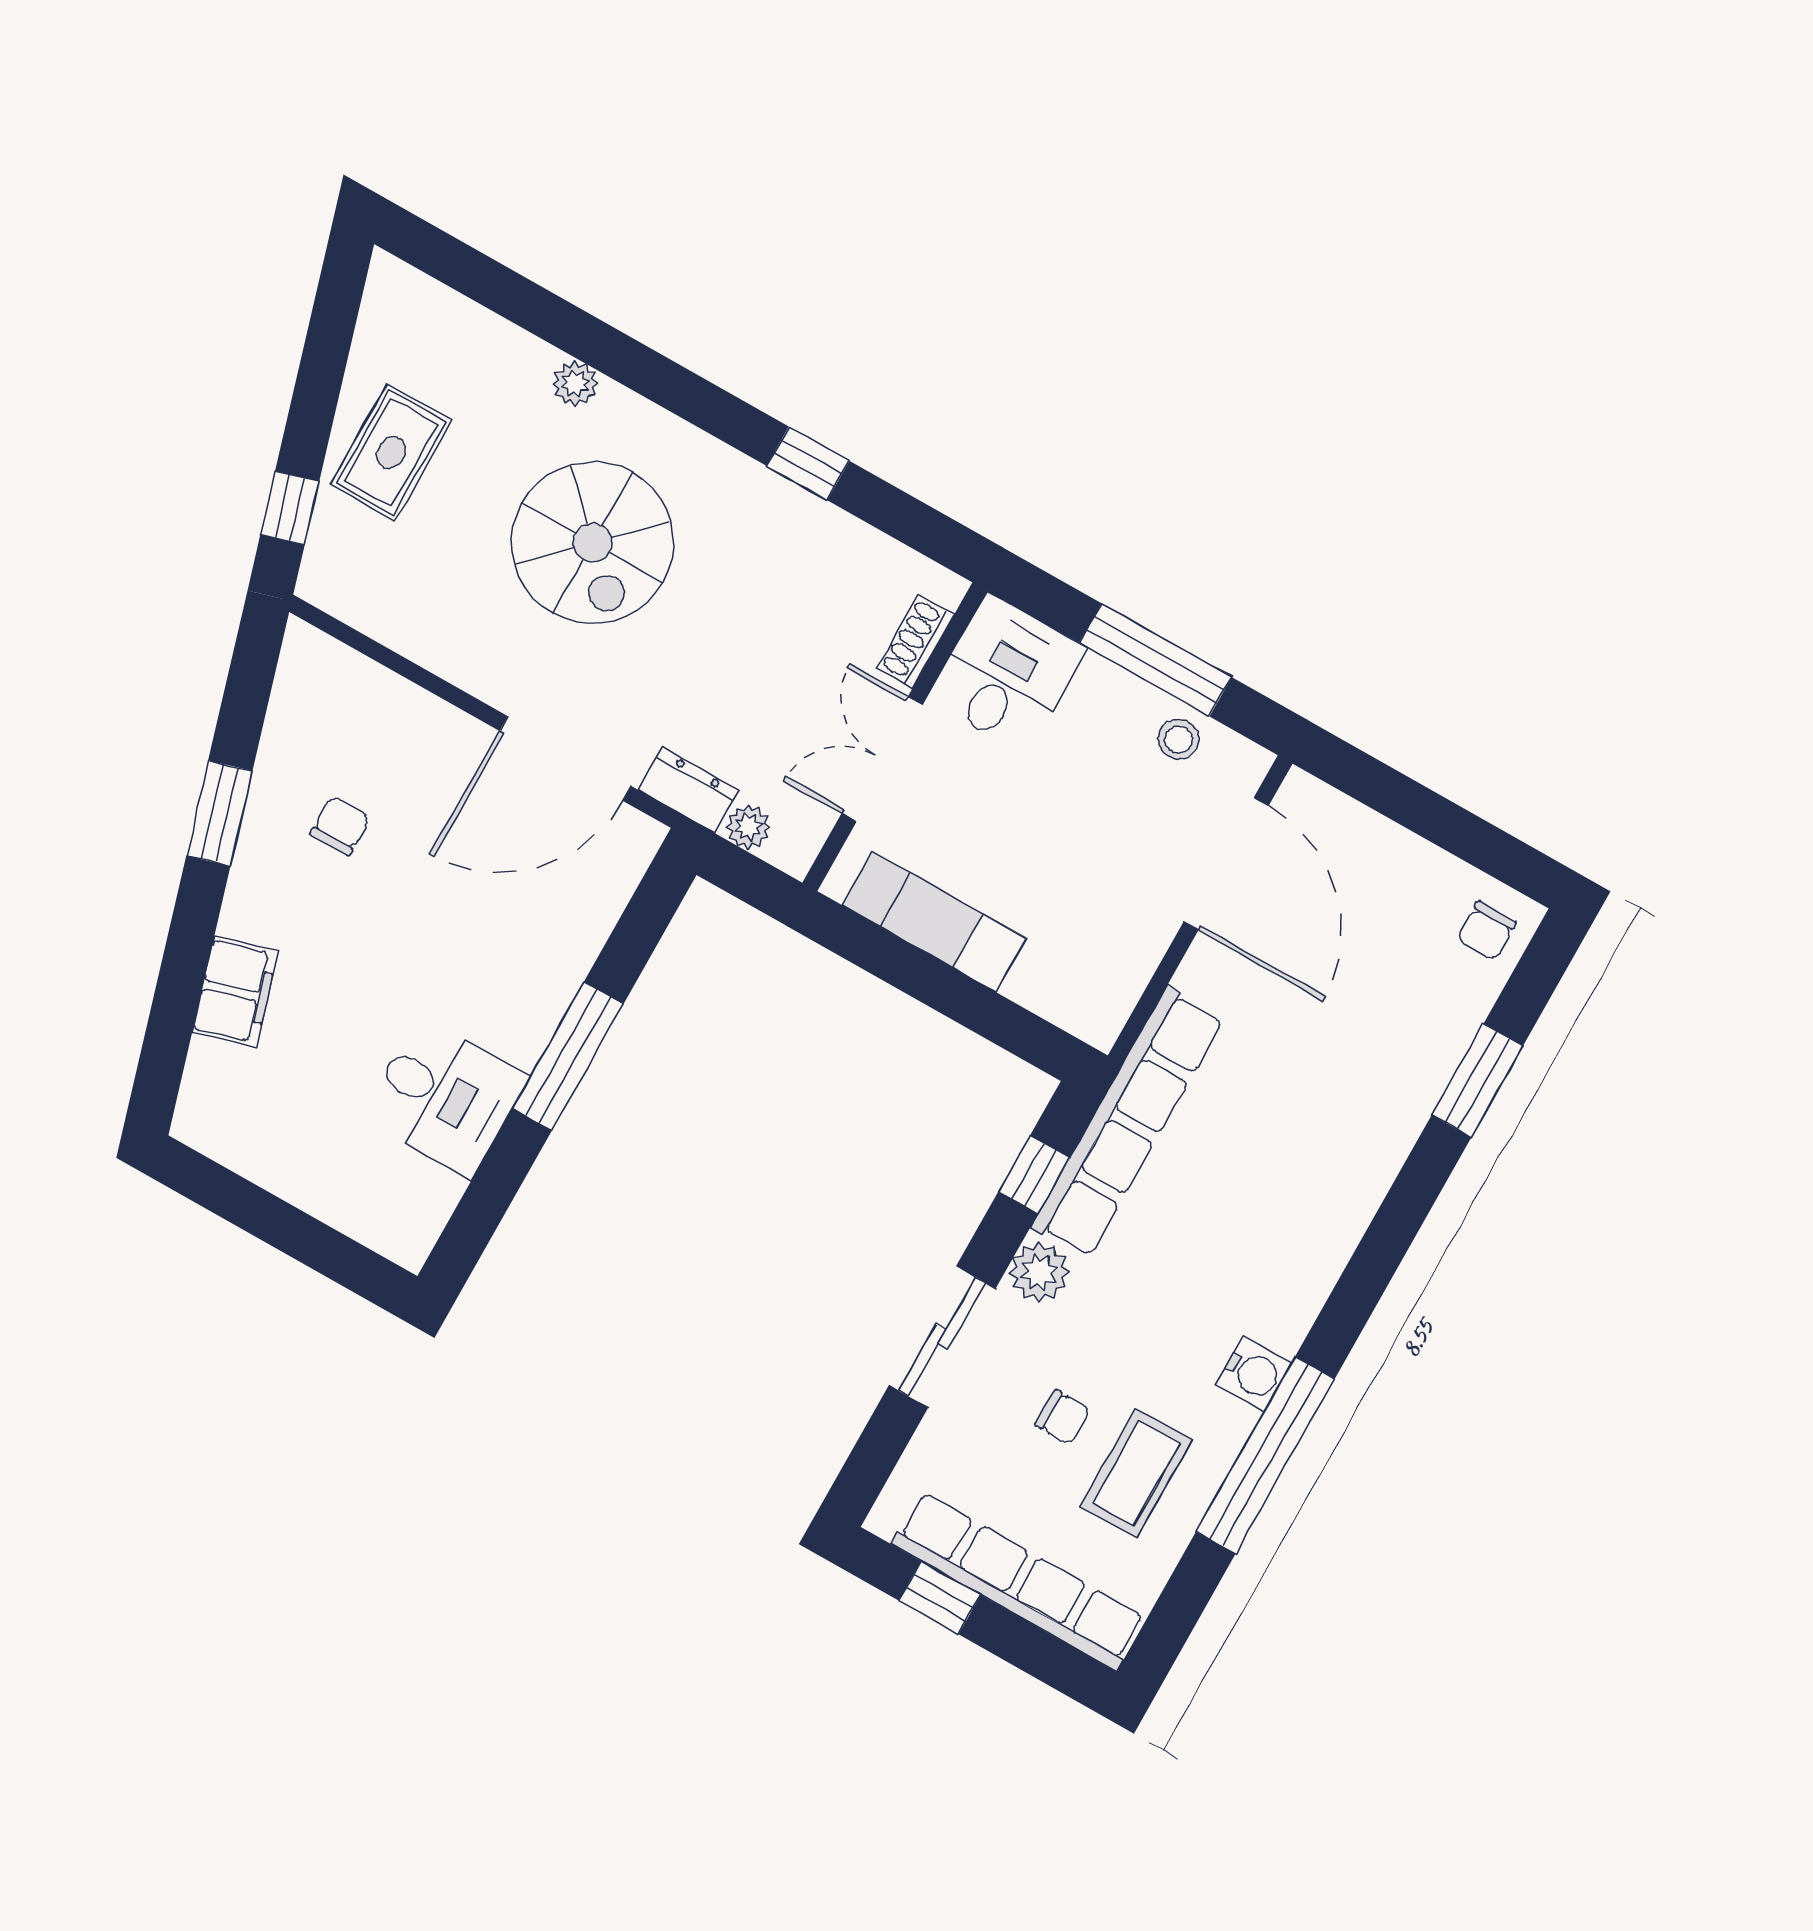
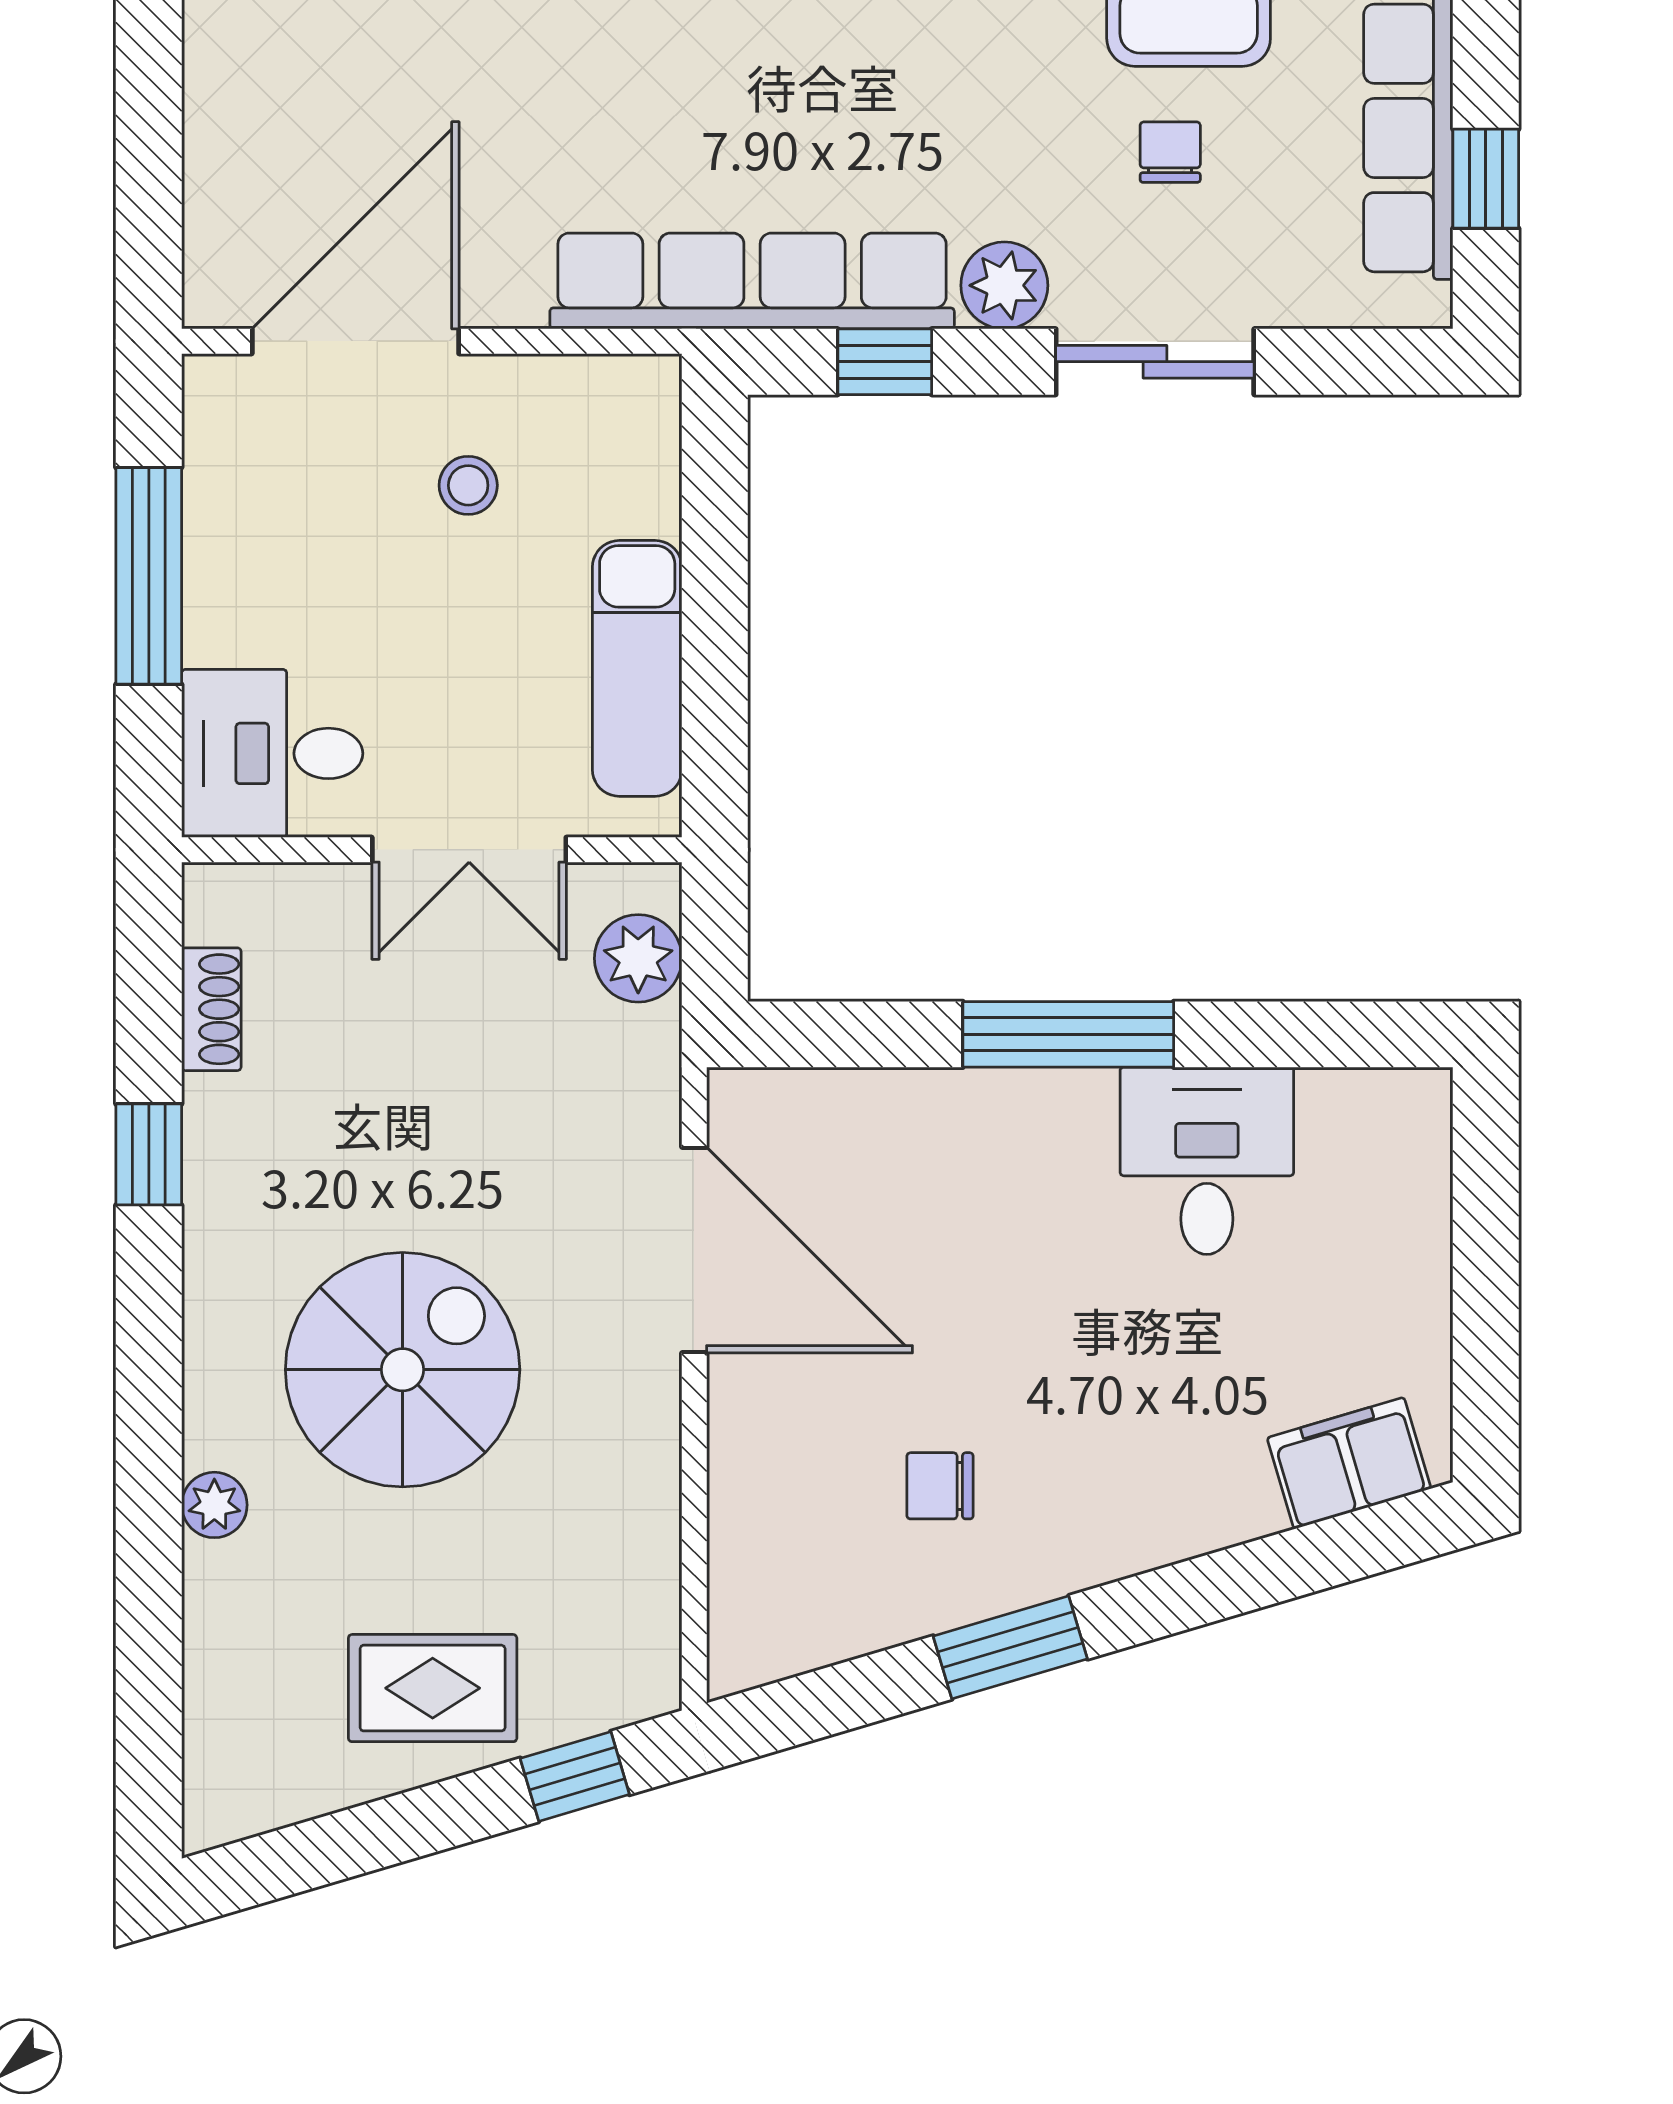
shoe rack: (915, 641) -> (211, 1009), moved, turned -90
stool: (1179, 739) -> (468, 485), moved
dresser: (688, 790) -> (646, 1072), removed
plant: (748, 827) -> (638, 958), width x1.38, depth x1.38
filing cabinet: (235, 992) -> (1349, 1463), moved

